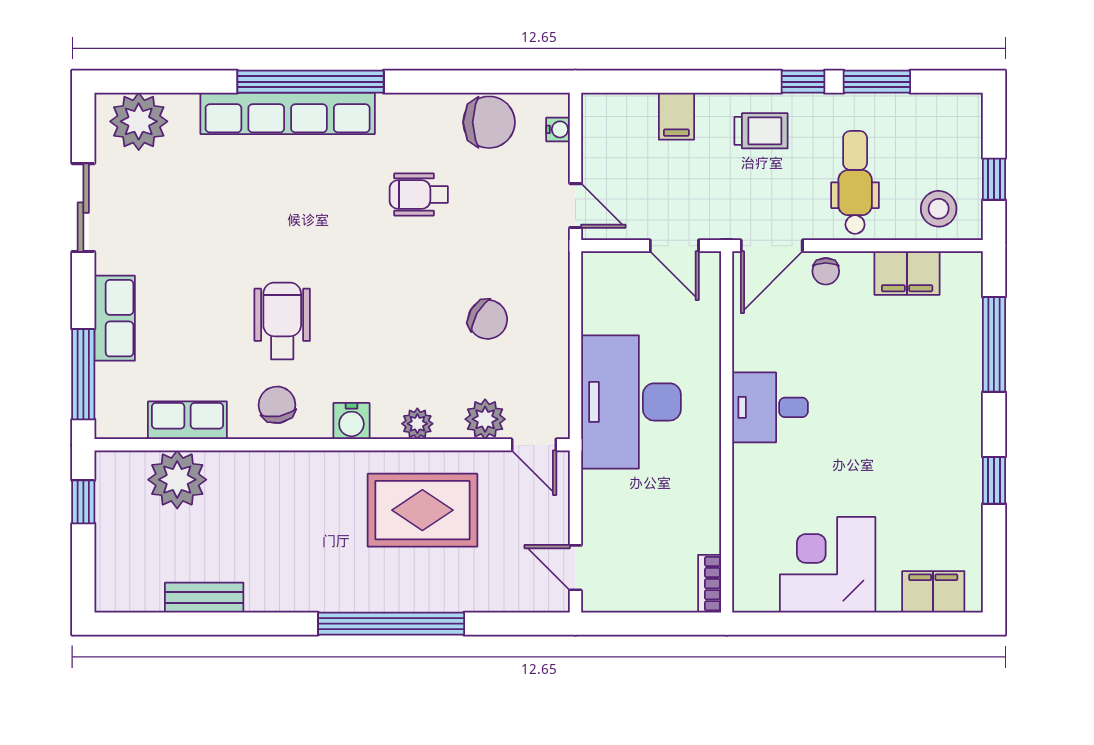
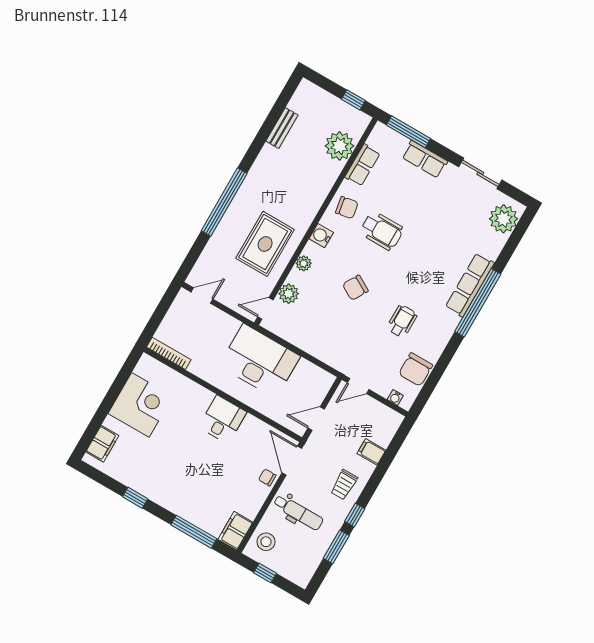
row of seats: (288, 113) -> (470, 285), width x0.73
filing cabinet: (907, 273) -> (235, 531), moved
chair: (488, 319) -> (355, 288), moved
bookcase: (710, 584) -> (169, 353), width x1.56

